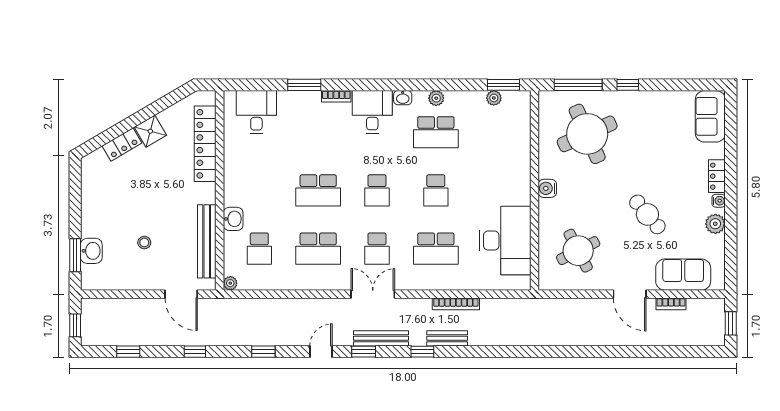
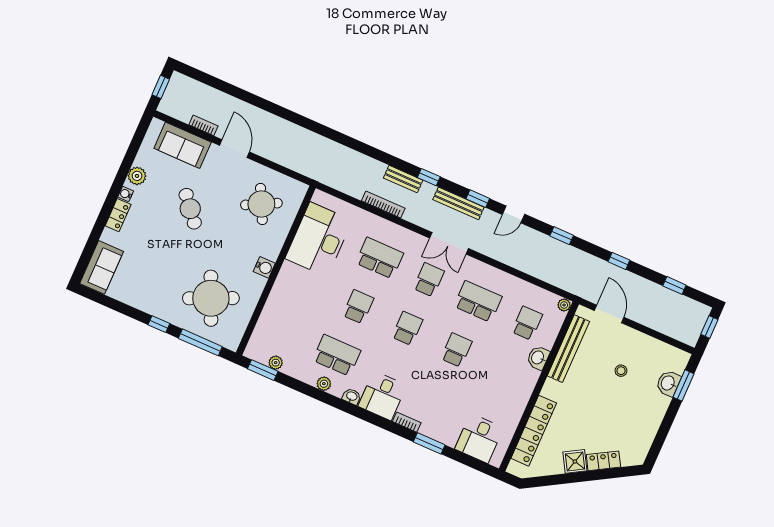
school desk: (318, 190) -> (456, 350), width x0.54

